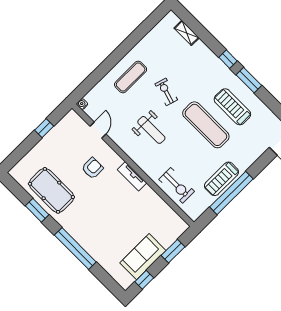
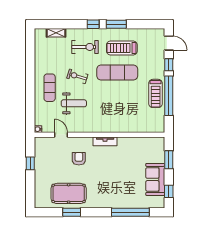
weight bench: (151, 130) -> (74, 103), moved
window: (260, 165) -> (169, 65), added
exercise bike: (177, 185) -> (85, 47), moved
window: (75, 249) -> (130, 212), moved

